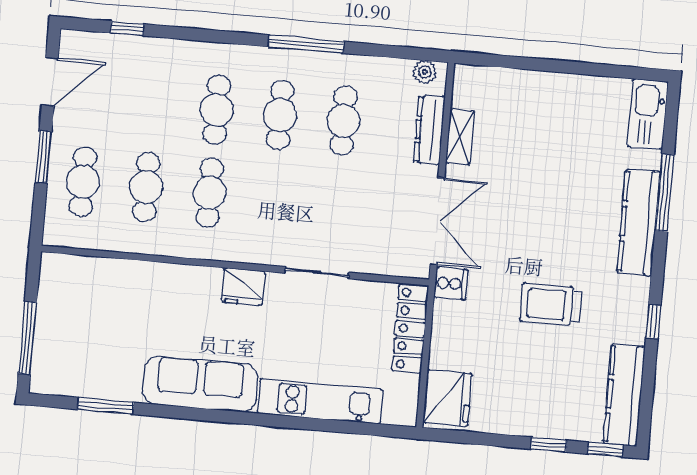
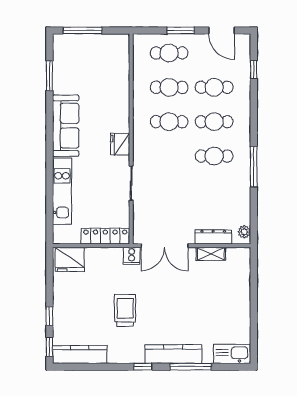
cafe table: (343, 121) -> (214, 87), moved
window: (653, 321) -> (143, 367), moved

